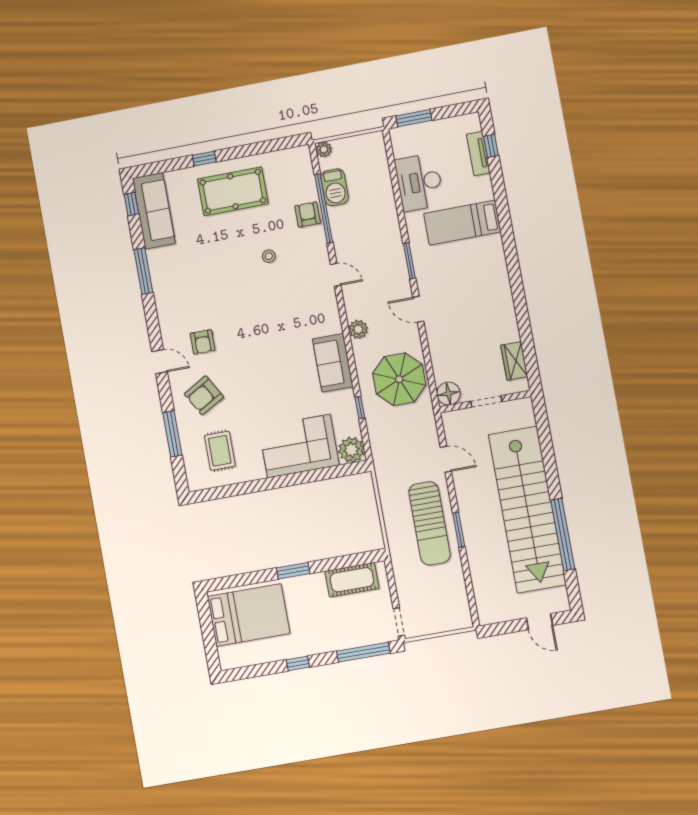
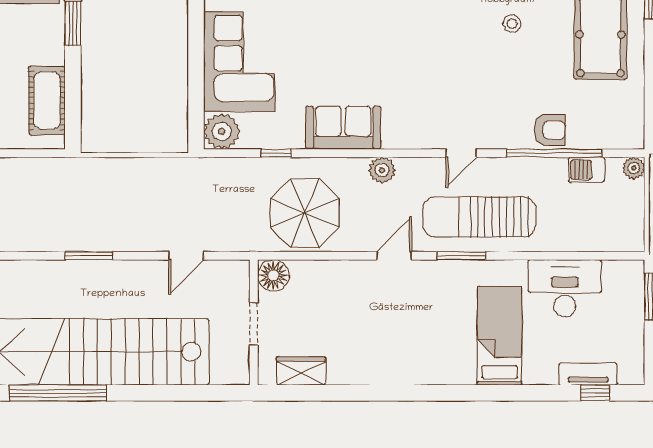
barbecue: (335, 187) -> (586, 170), width x0.73, depth x0.79
stool: (269, 256) -> (512, 24), moved
sun lounger: (430, 523) -> (479, 217), moved

